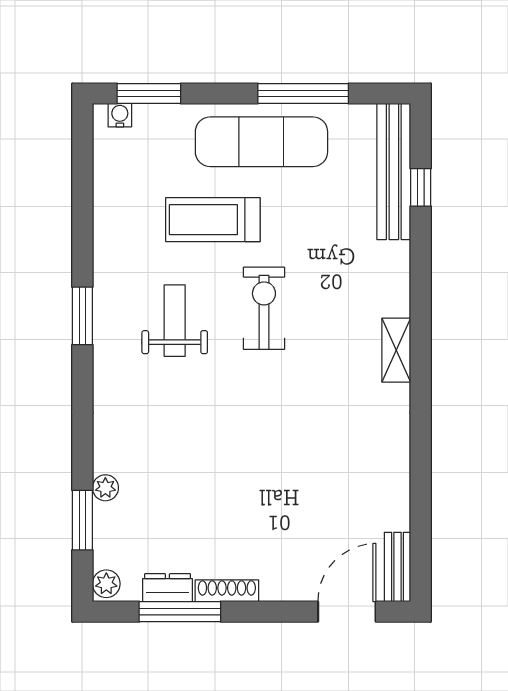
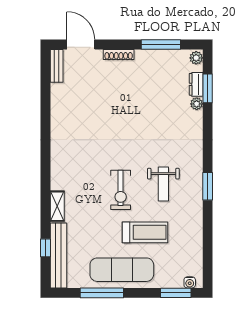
shelving: (396, 350) -> (57, 206), moved
dresser: (167, 588) -> (196, 84), moved, turned 90
shoe rack: (227, 591) -> (119, 54), moved
door: (347, 612) -> (81, 44), swing flipped

